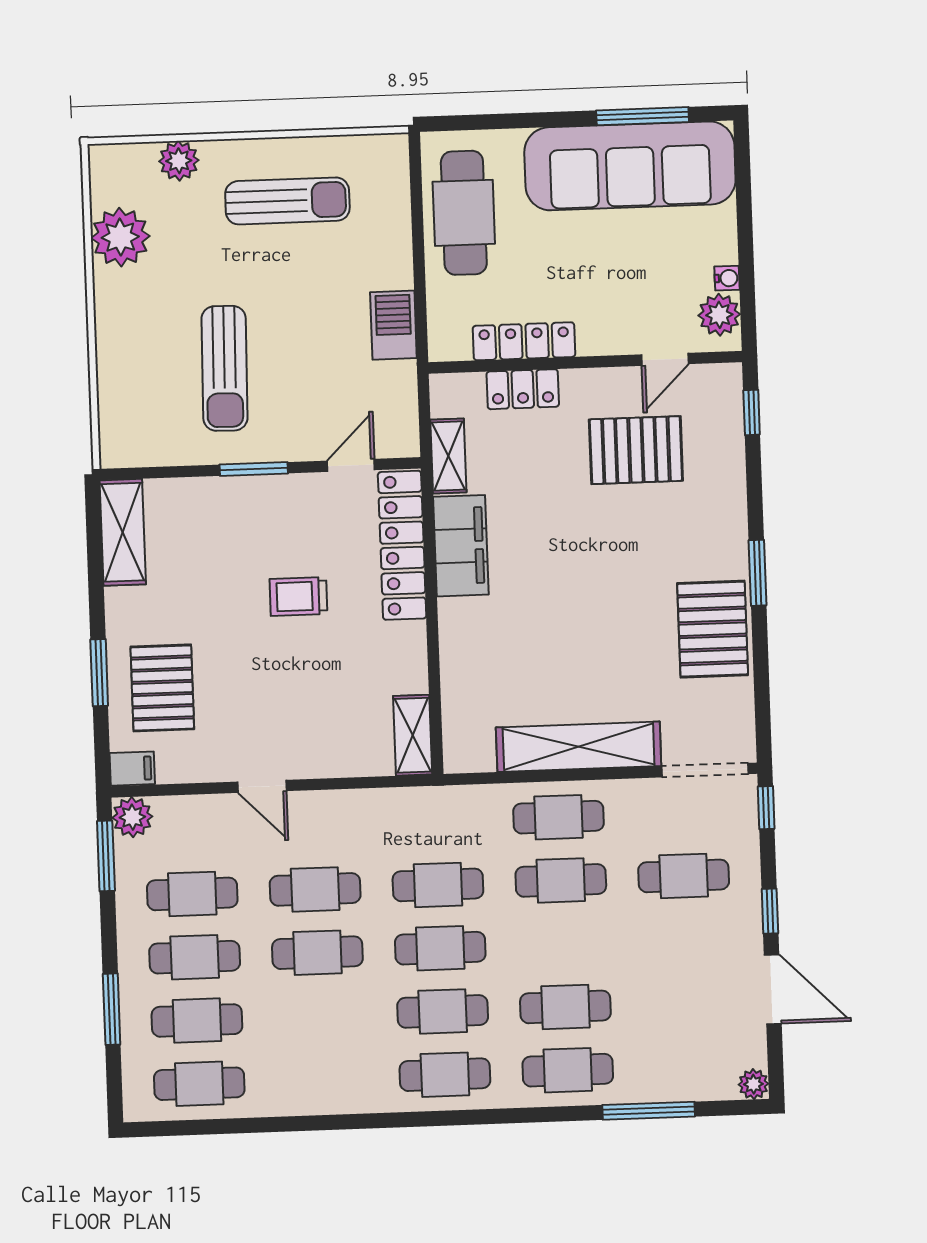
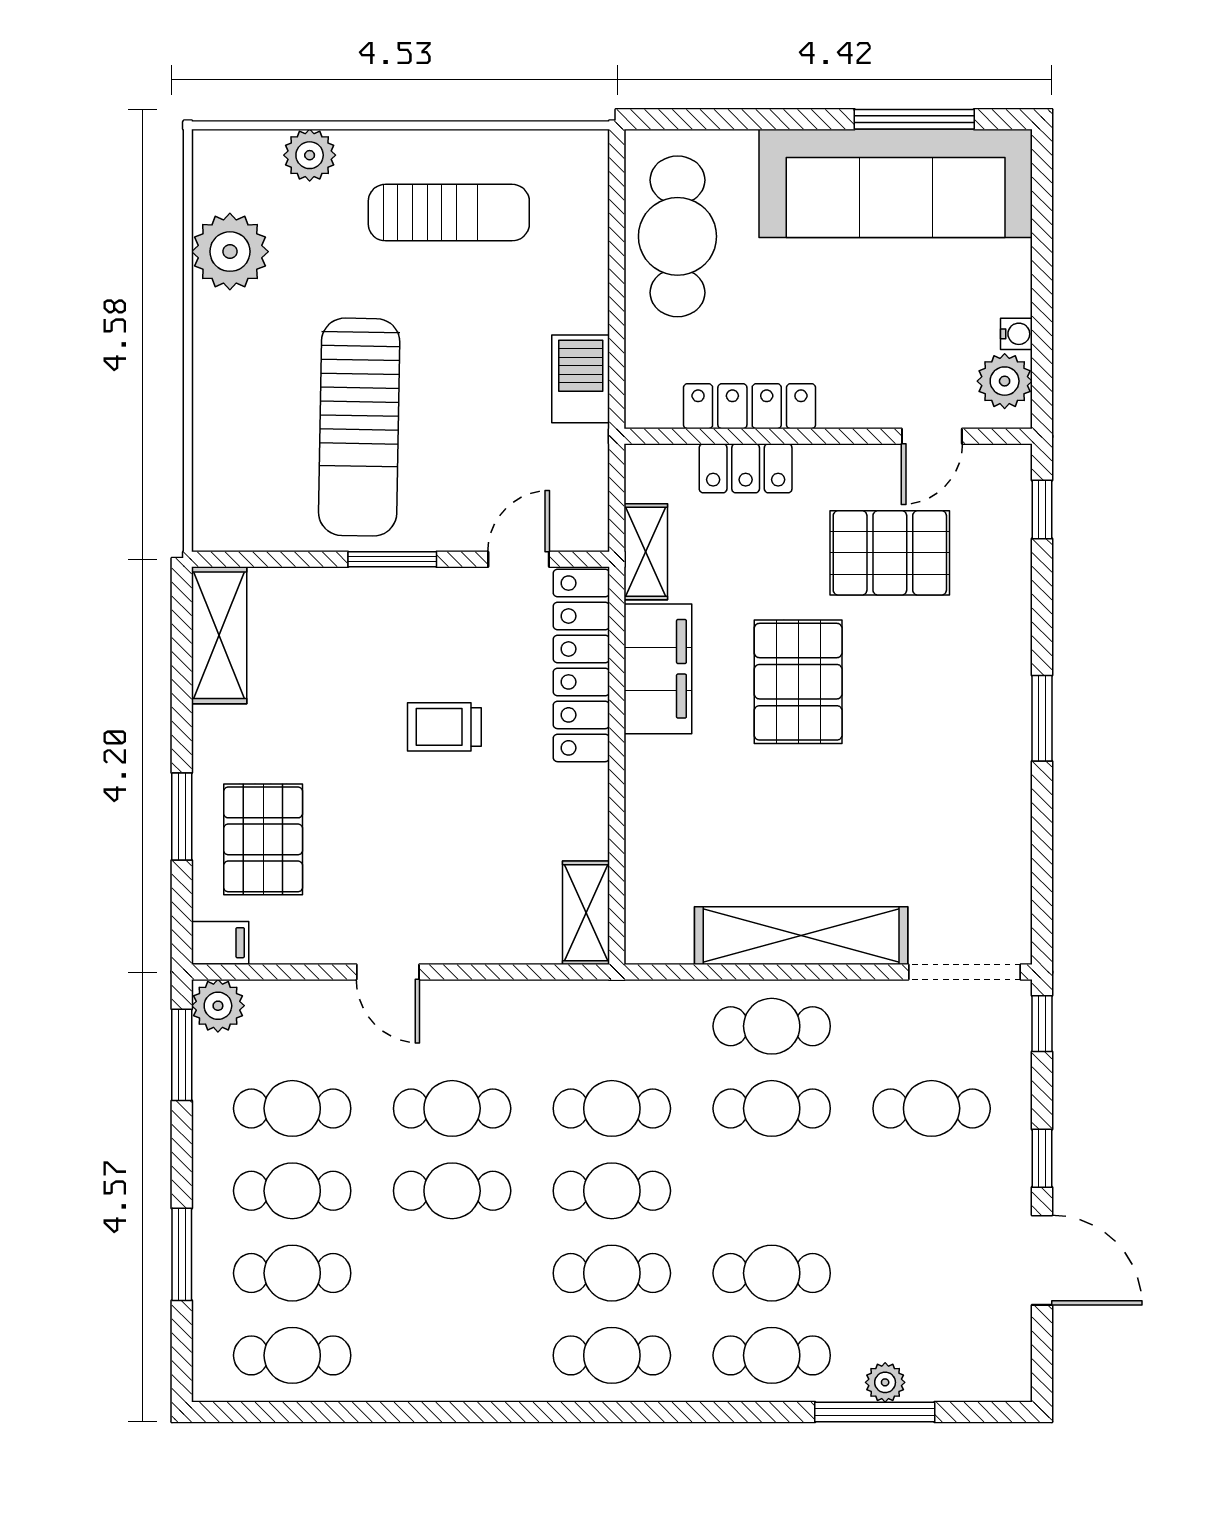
sun lounger: (225, 368) -> (359, 427), width x1.36, depth x1.34
pallet: (713, 629) -> (798, 682), moved
plant: (753, 1084) -> (885, 1382), moved

